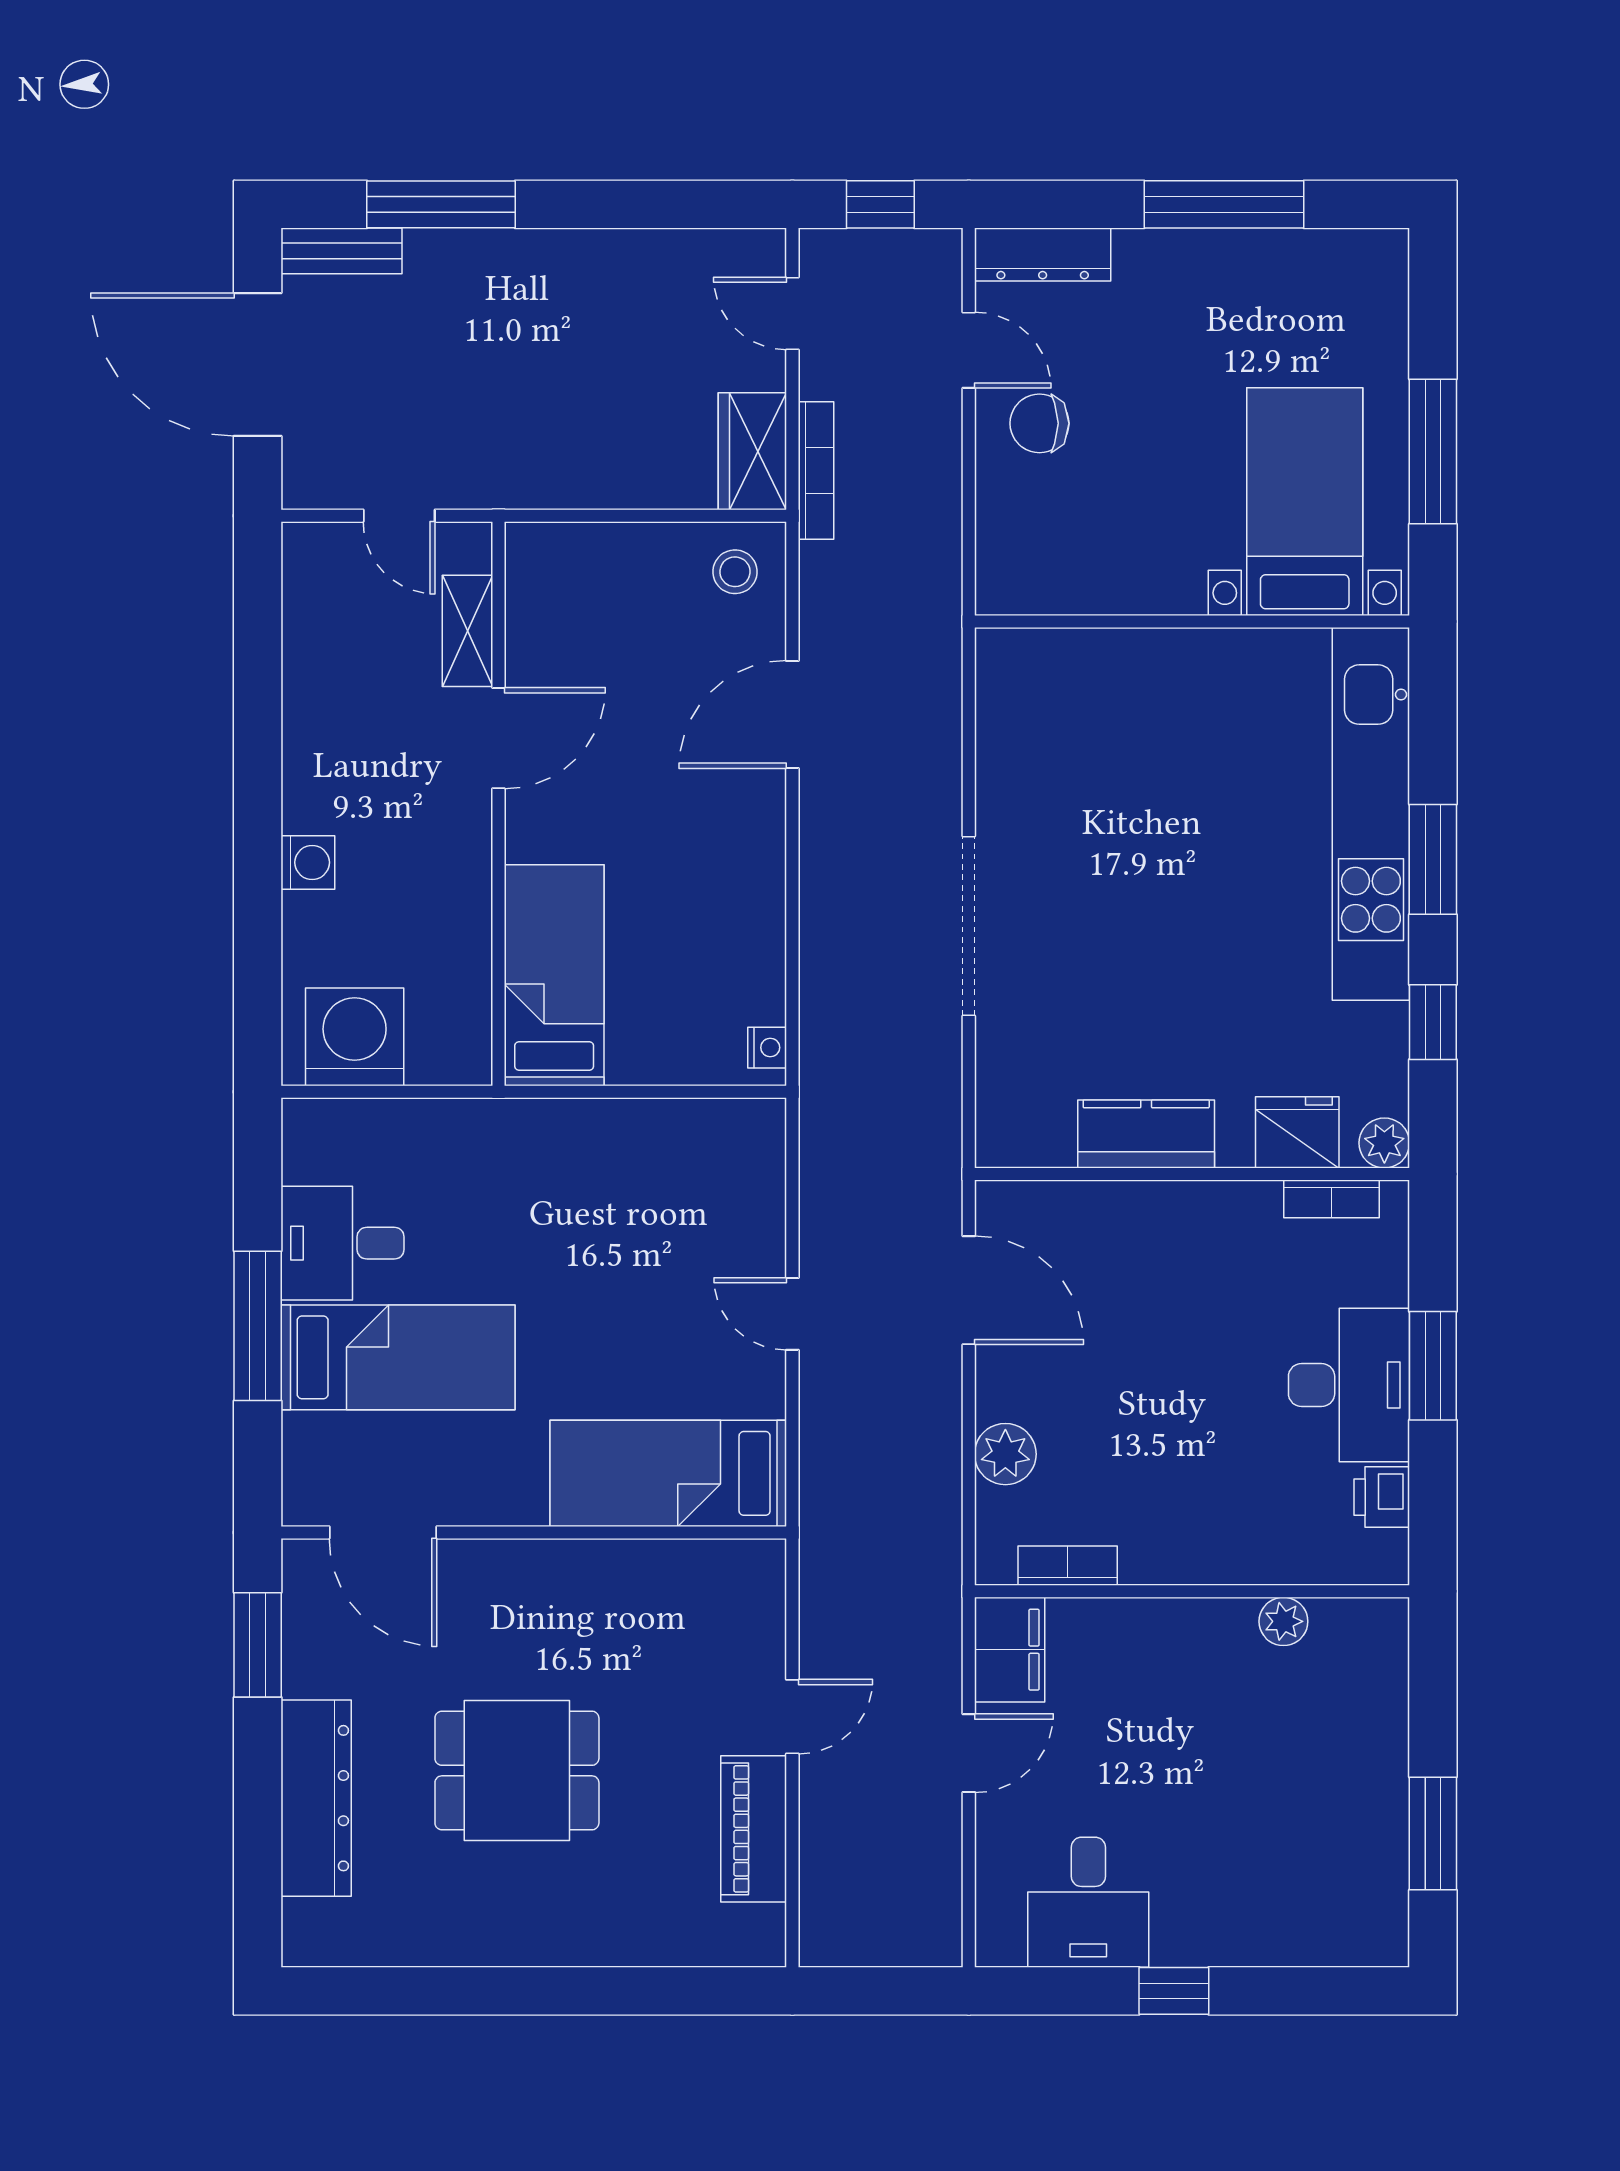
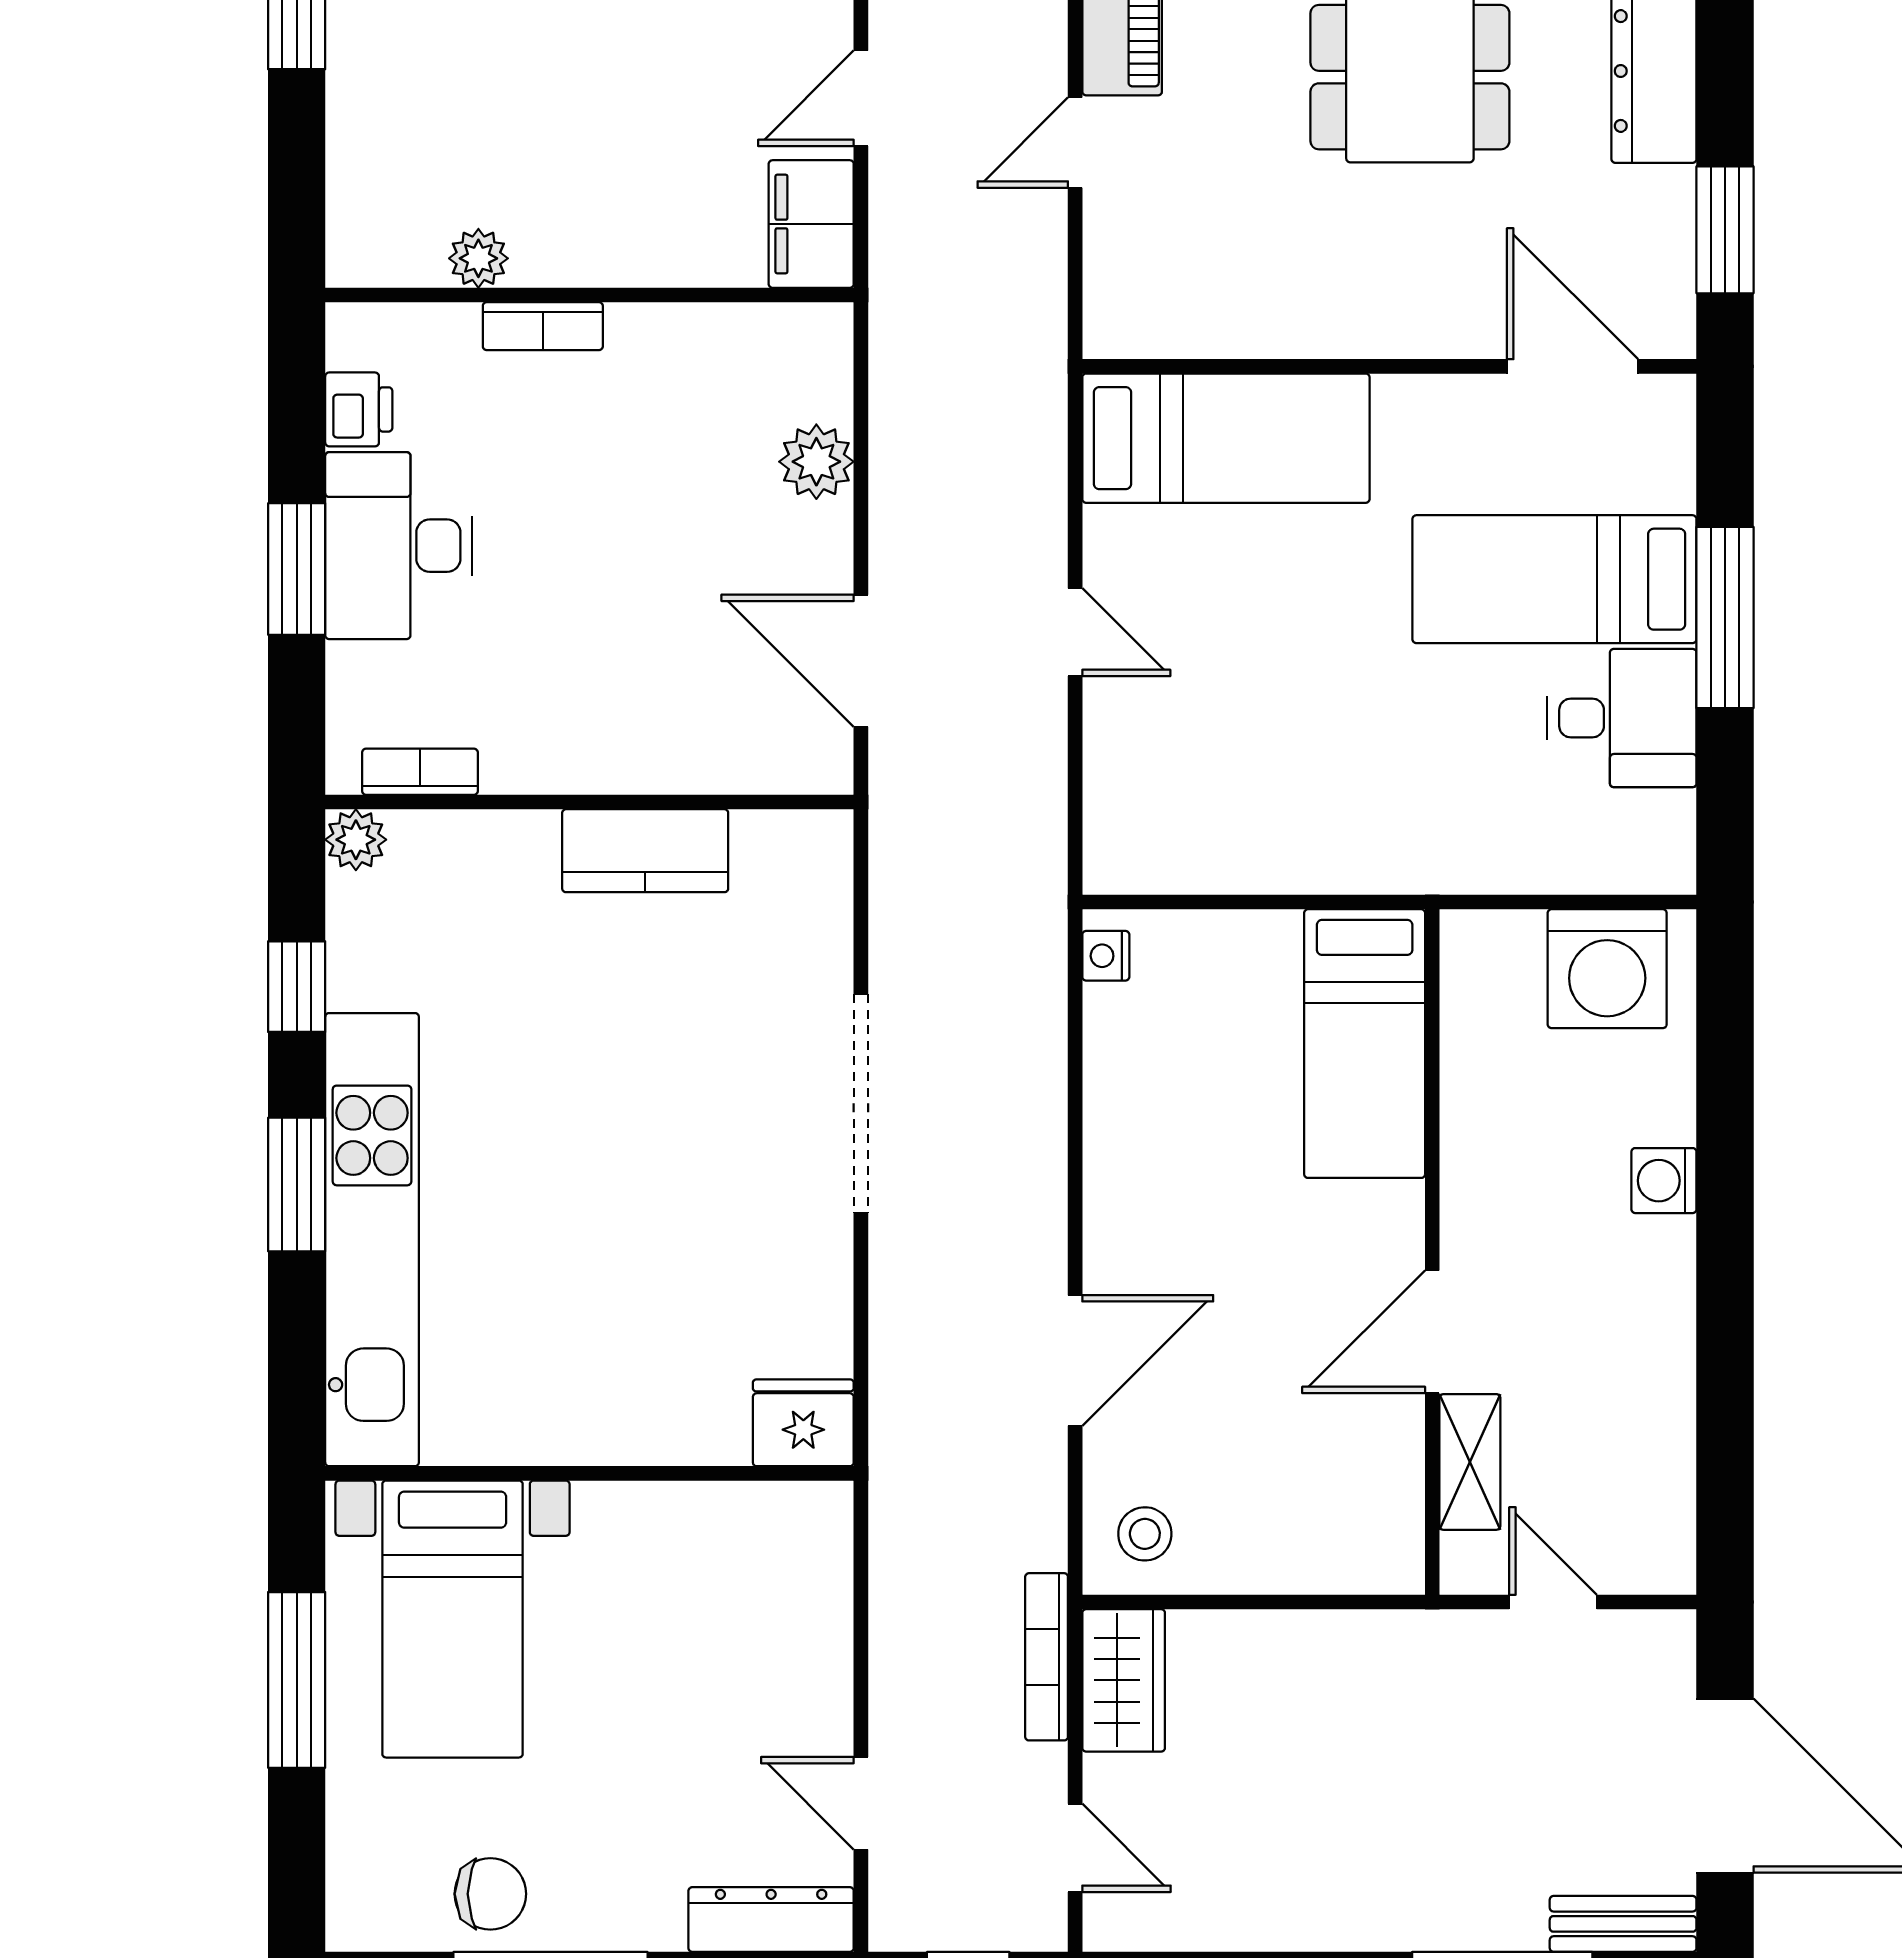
chair: (1039, 423) -> (490, 1894), moved
fridge: (1297, 1132) -> (803, 1423), moved, turned 180
bookcase: (1068, 1566) -> (543, 326), moved

